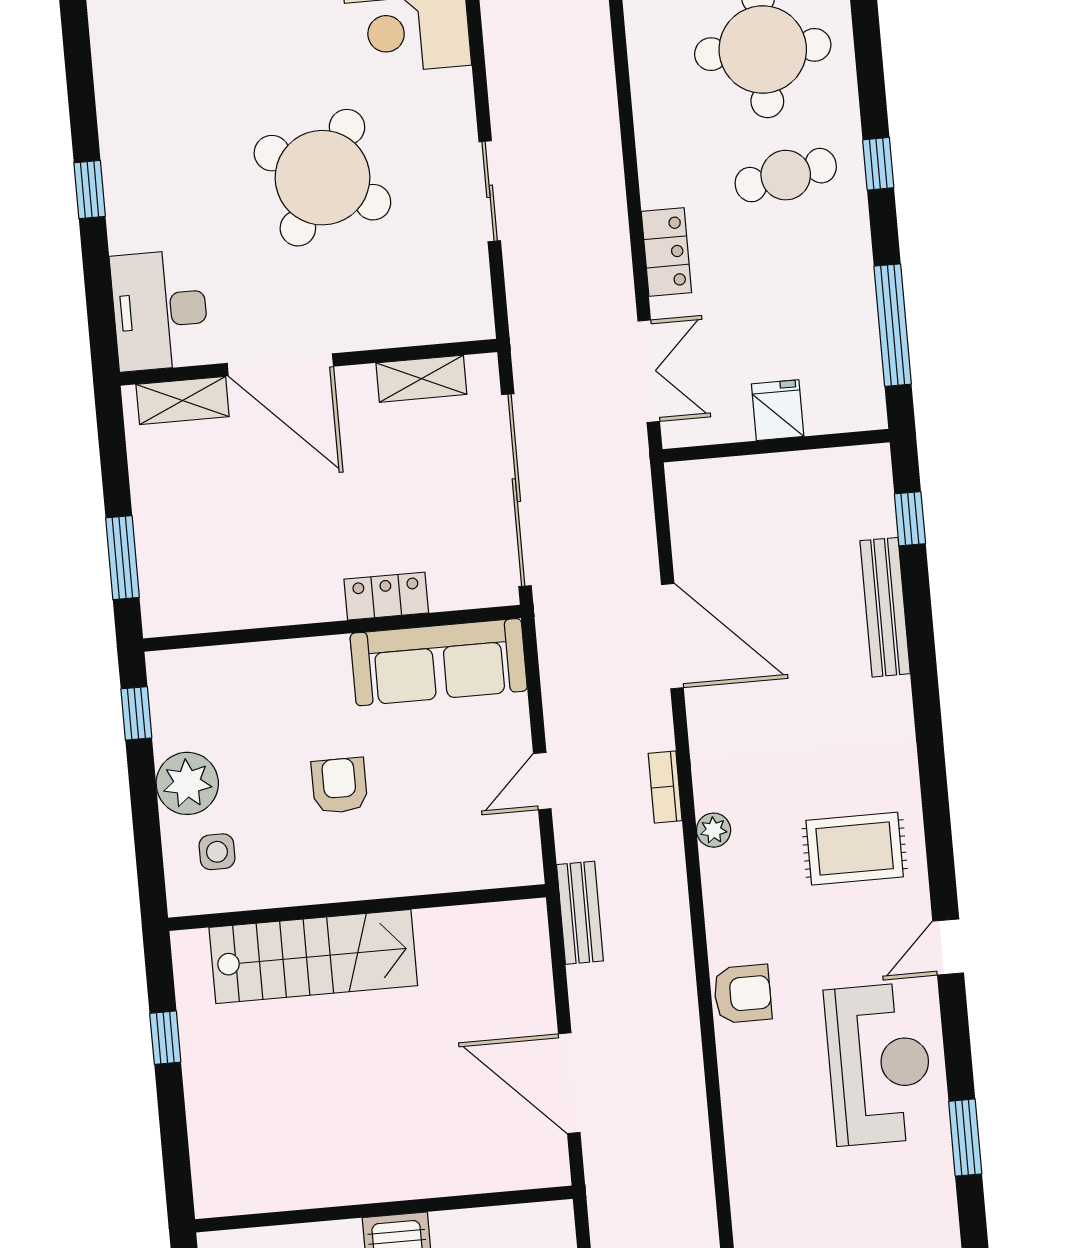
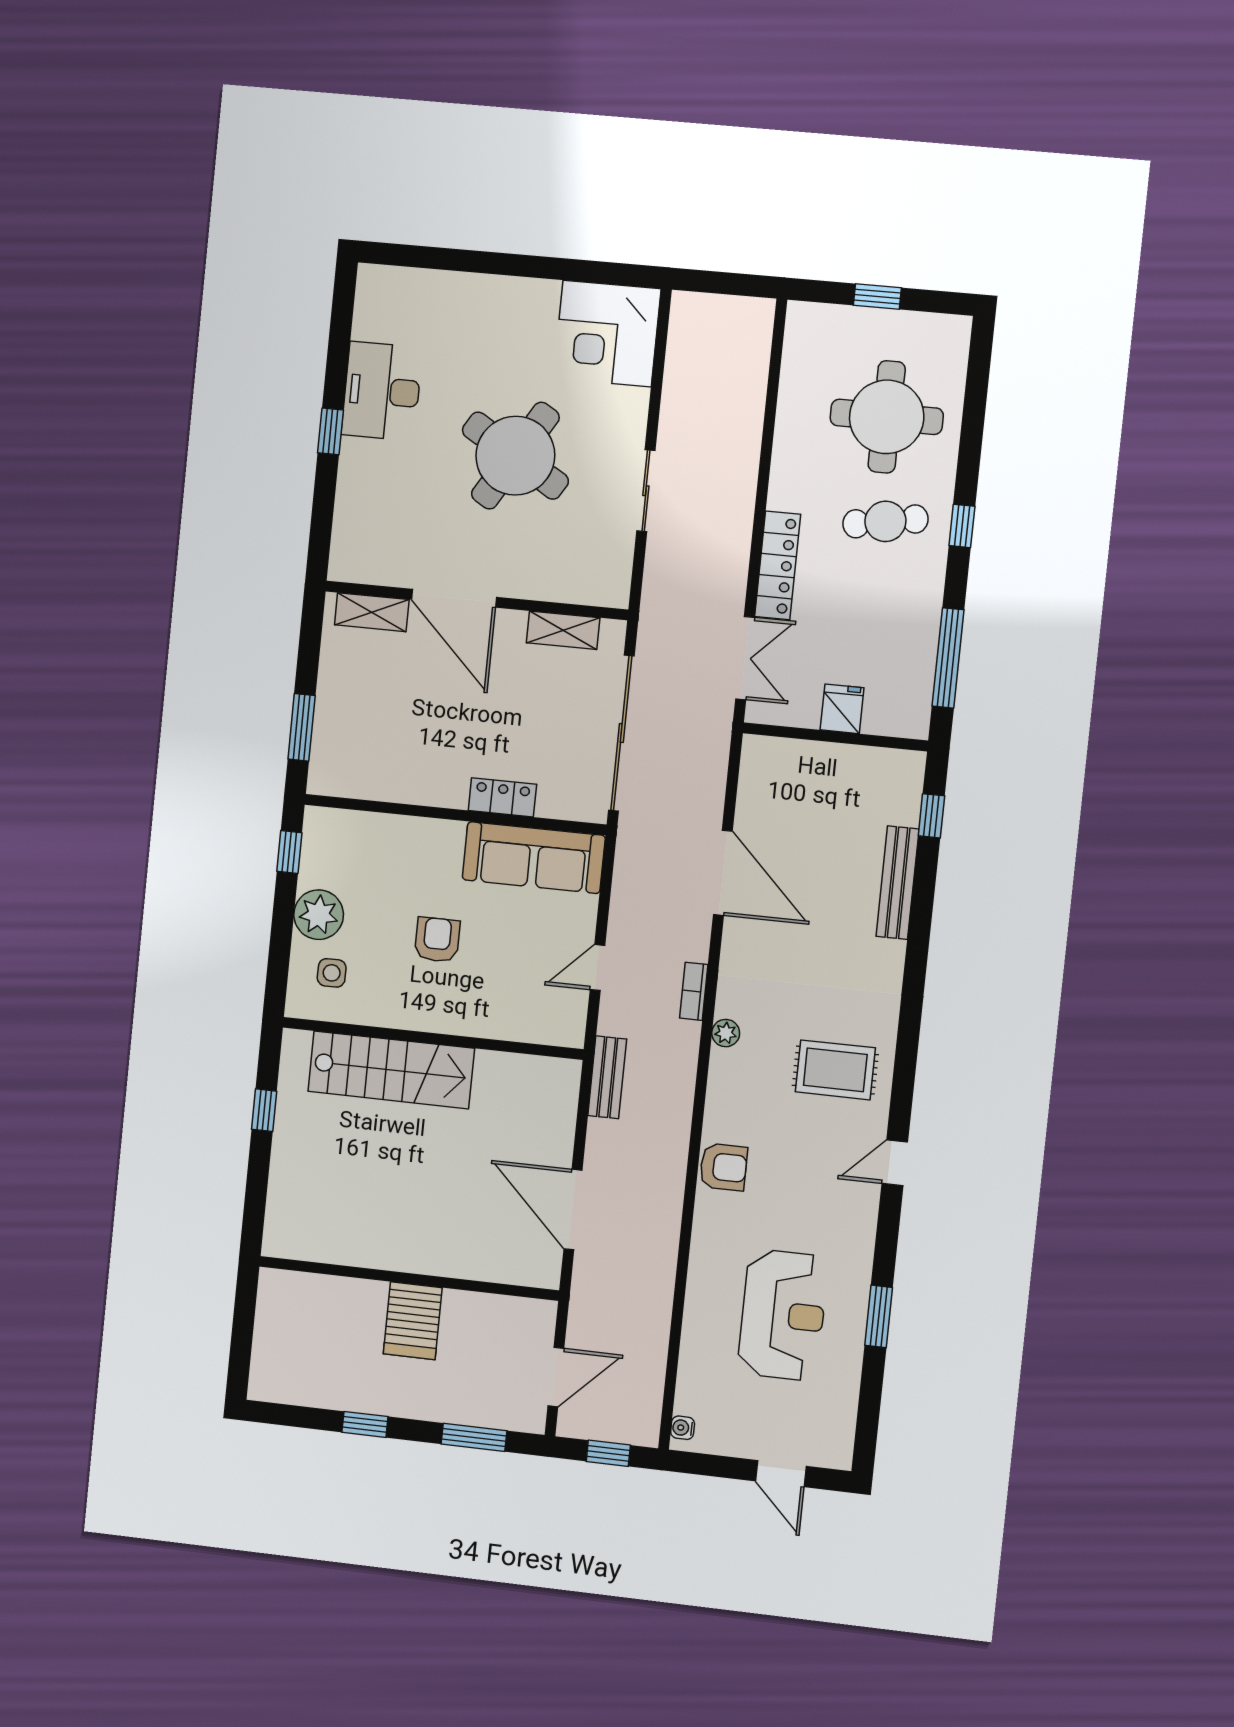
locker: (666, 252) -> (778, 565), width x1.53
desk: (160, 310) -> (382, 391), moved
reception desk: (879, 1064) -> (783, 1315), moved

